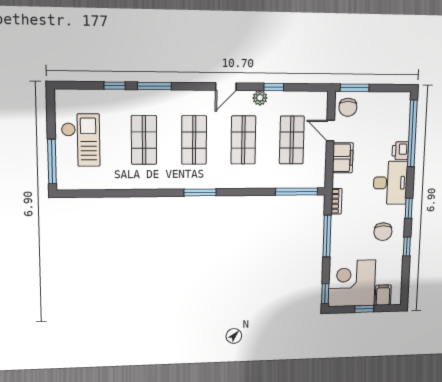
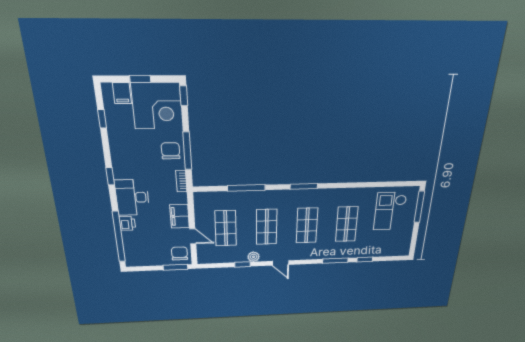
door: (226, 87) -> (281, 263), swing flipped
checkout: (81, 140) -> (390, 211), moved
window: (297, 192) -> (246, 188), moved
chair: (383, 232) -> (171, 151), moved
window: (407, 246) -> (102, 119), moved

